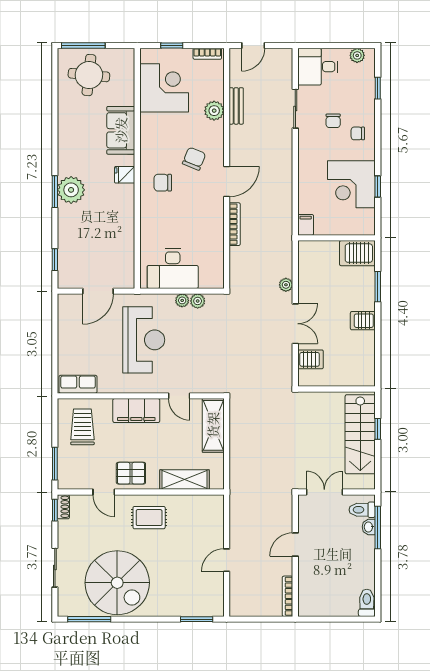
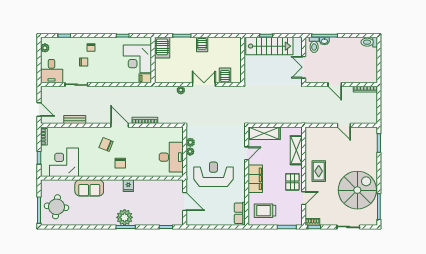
plant: (214, 111) -> (78, 133), removed
fridge: (125, 175) -> (128, 186), moved
corner desk: (351, 184) -> (137, 59), moved, turned 90

